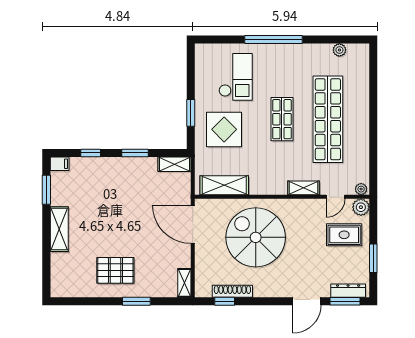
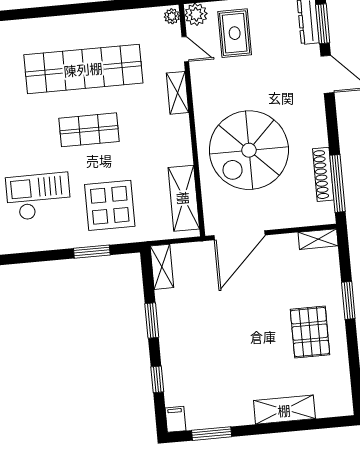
shelving: (59, 229) -> (284, 410), moved
window: (225, 301) -> (338, 183), width x2.17

